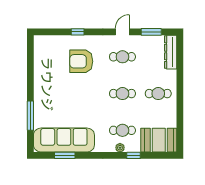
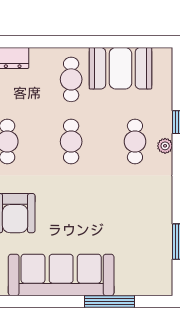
sofa: (64, 140) -> (61, 275), moved, turned 90
booth: (159, 140) -> (120, 68), moved, turned 90

